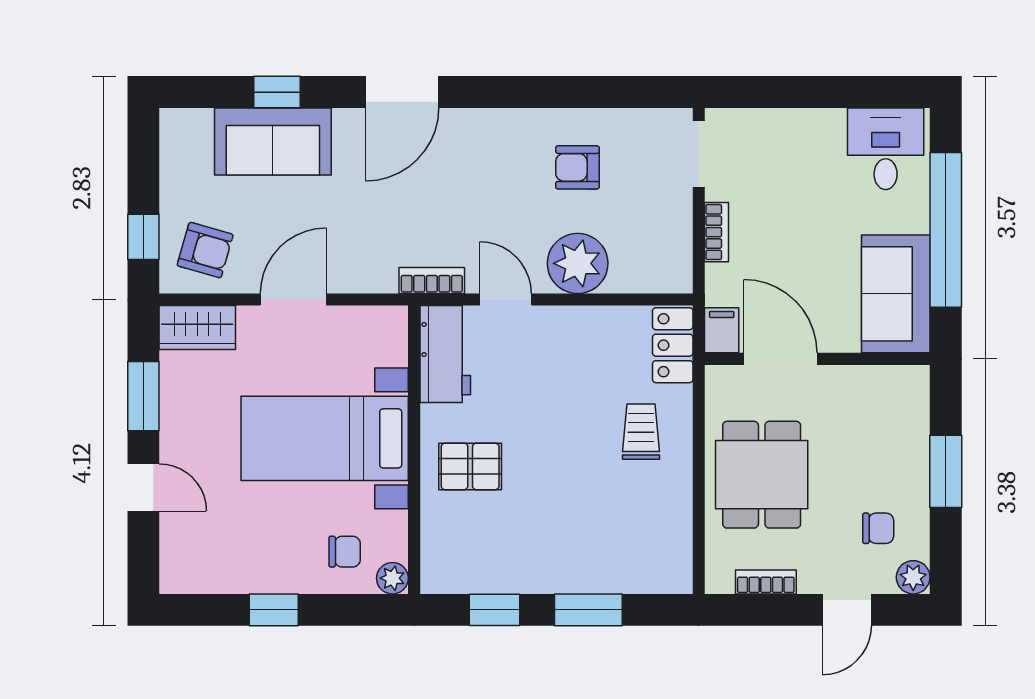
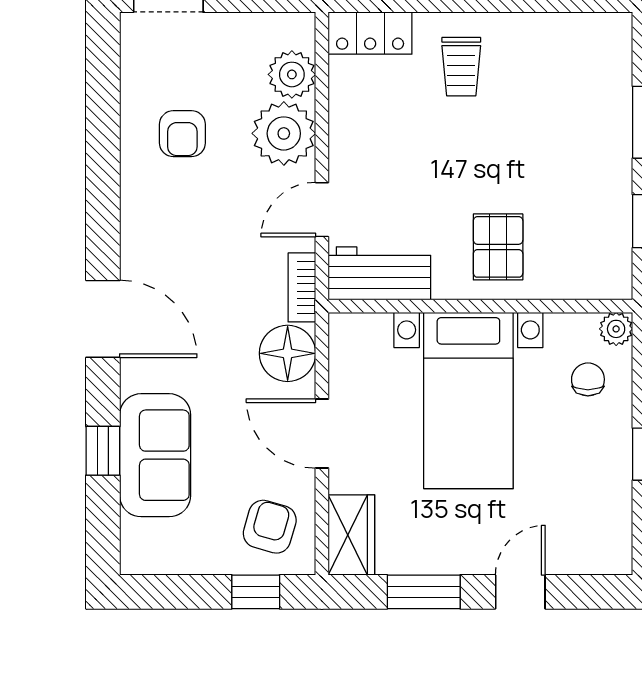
floor lamp: (369, 267) -> (288, 353), added
plant: (634, 271) -> (292, 74), added
trolley: (641, 432) -> (461, 67), turned -90

